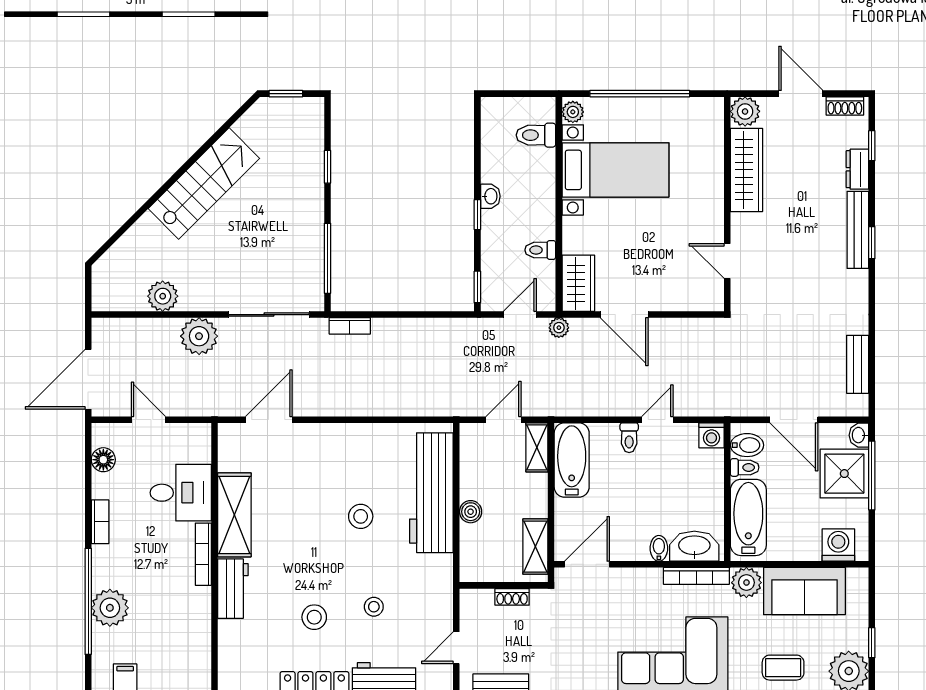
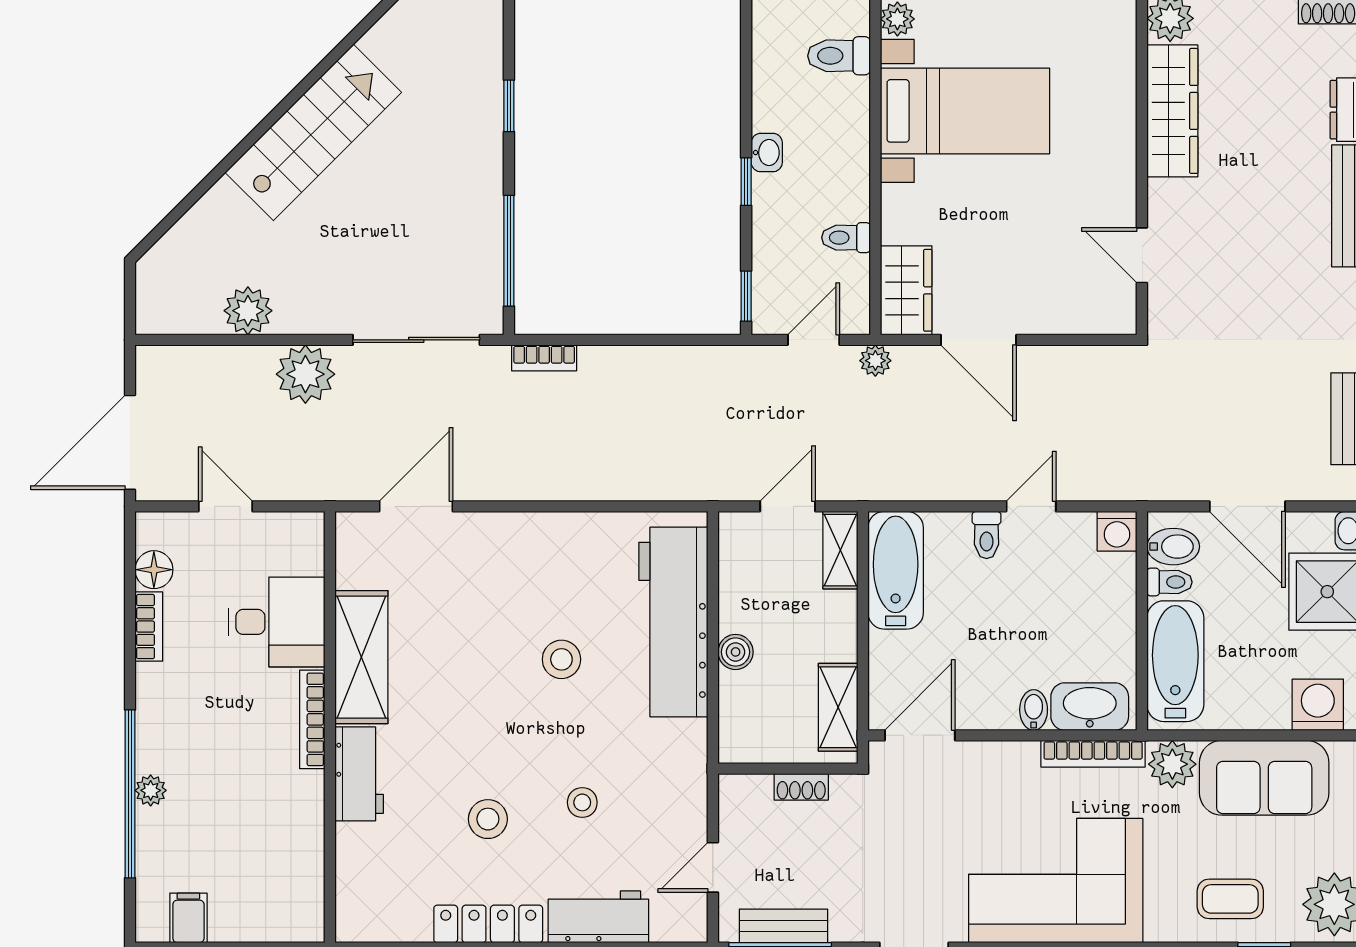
bookcase: (100, 522) -> (149, 627), moved
plant: (110, 608) -> (151, 790), width x0.53, depth x0.53

